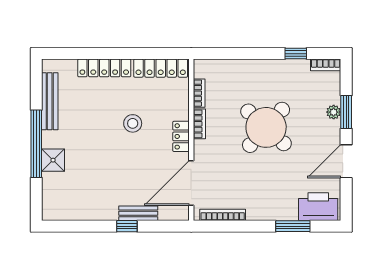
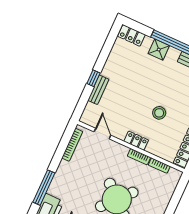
door: (191, 183) -> (102, 134), width x0.53
locker: (51, 203) -> (131, 35), added
window: (293, 226) -> (44, 188), width x1.44

